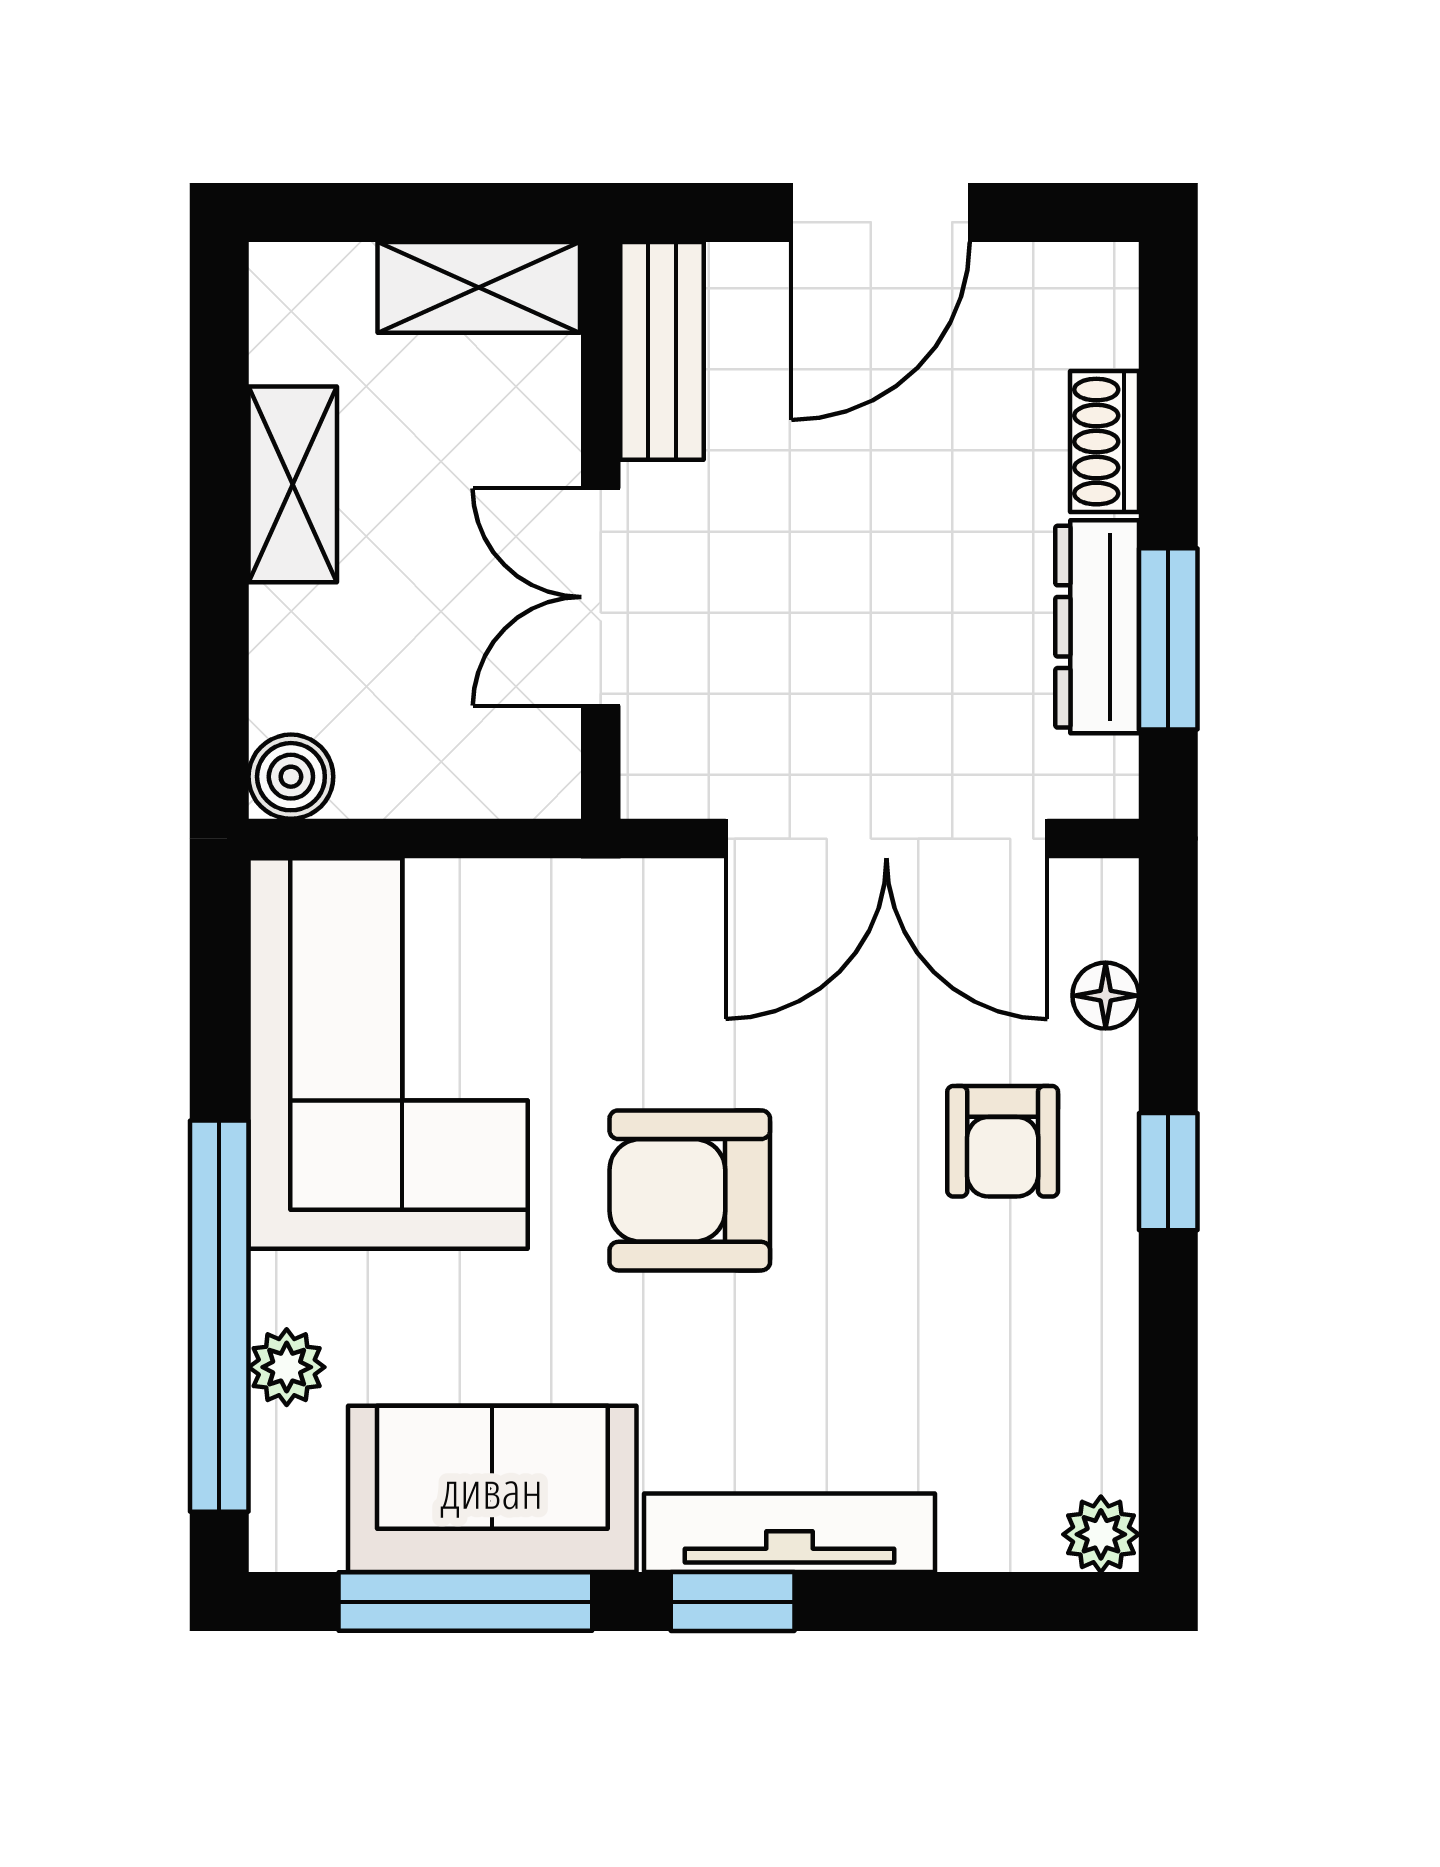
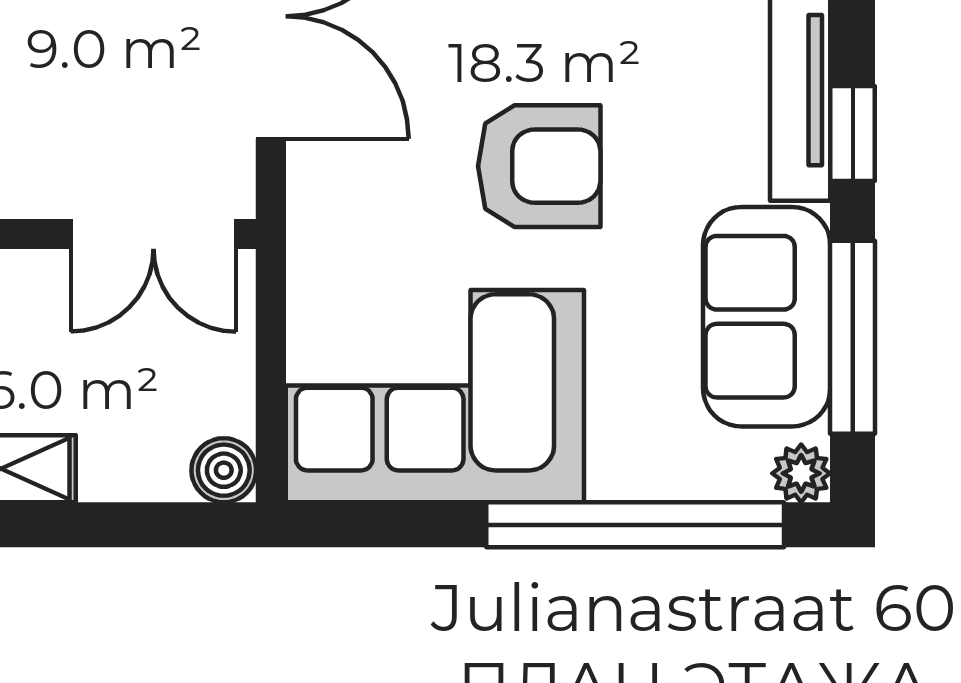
double door: (601, 597) -> (153, 234), moved
armchair: (690, 1190) -> (539, 166), turned -90
plant: (287, 1367) -> (801, 473), moved

